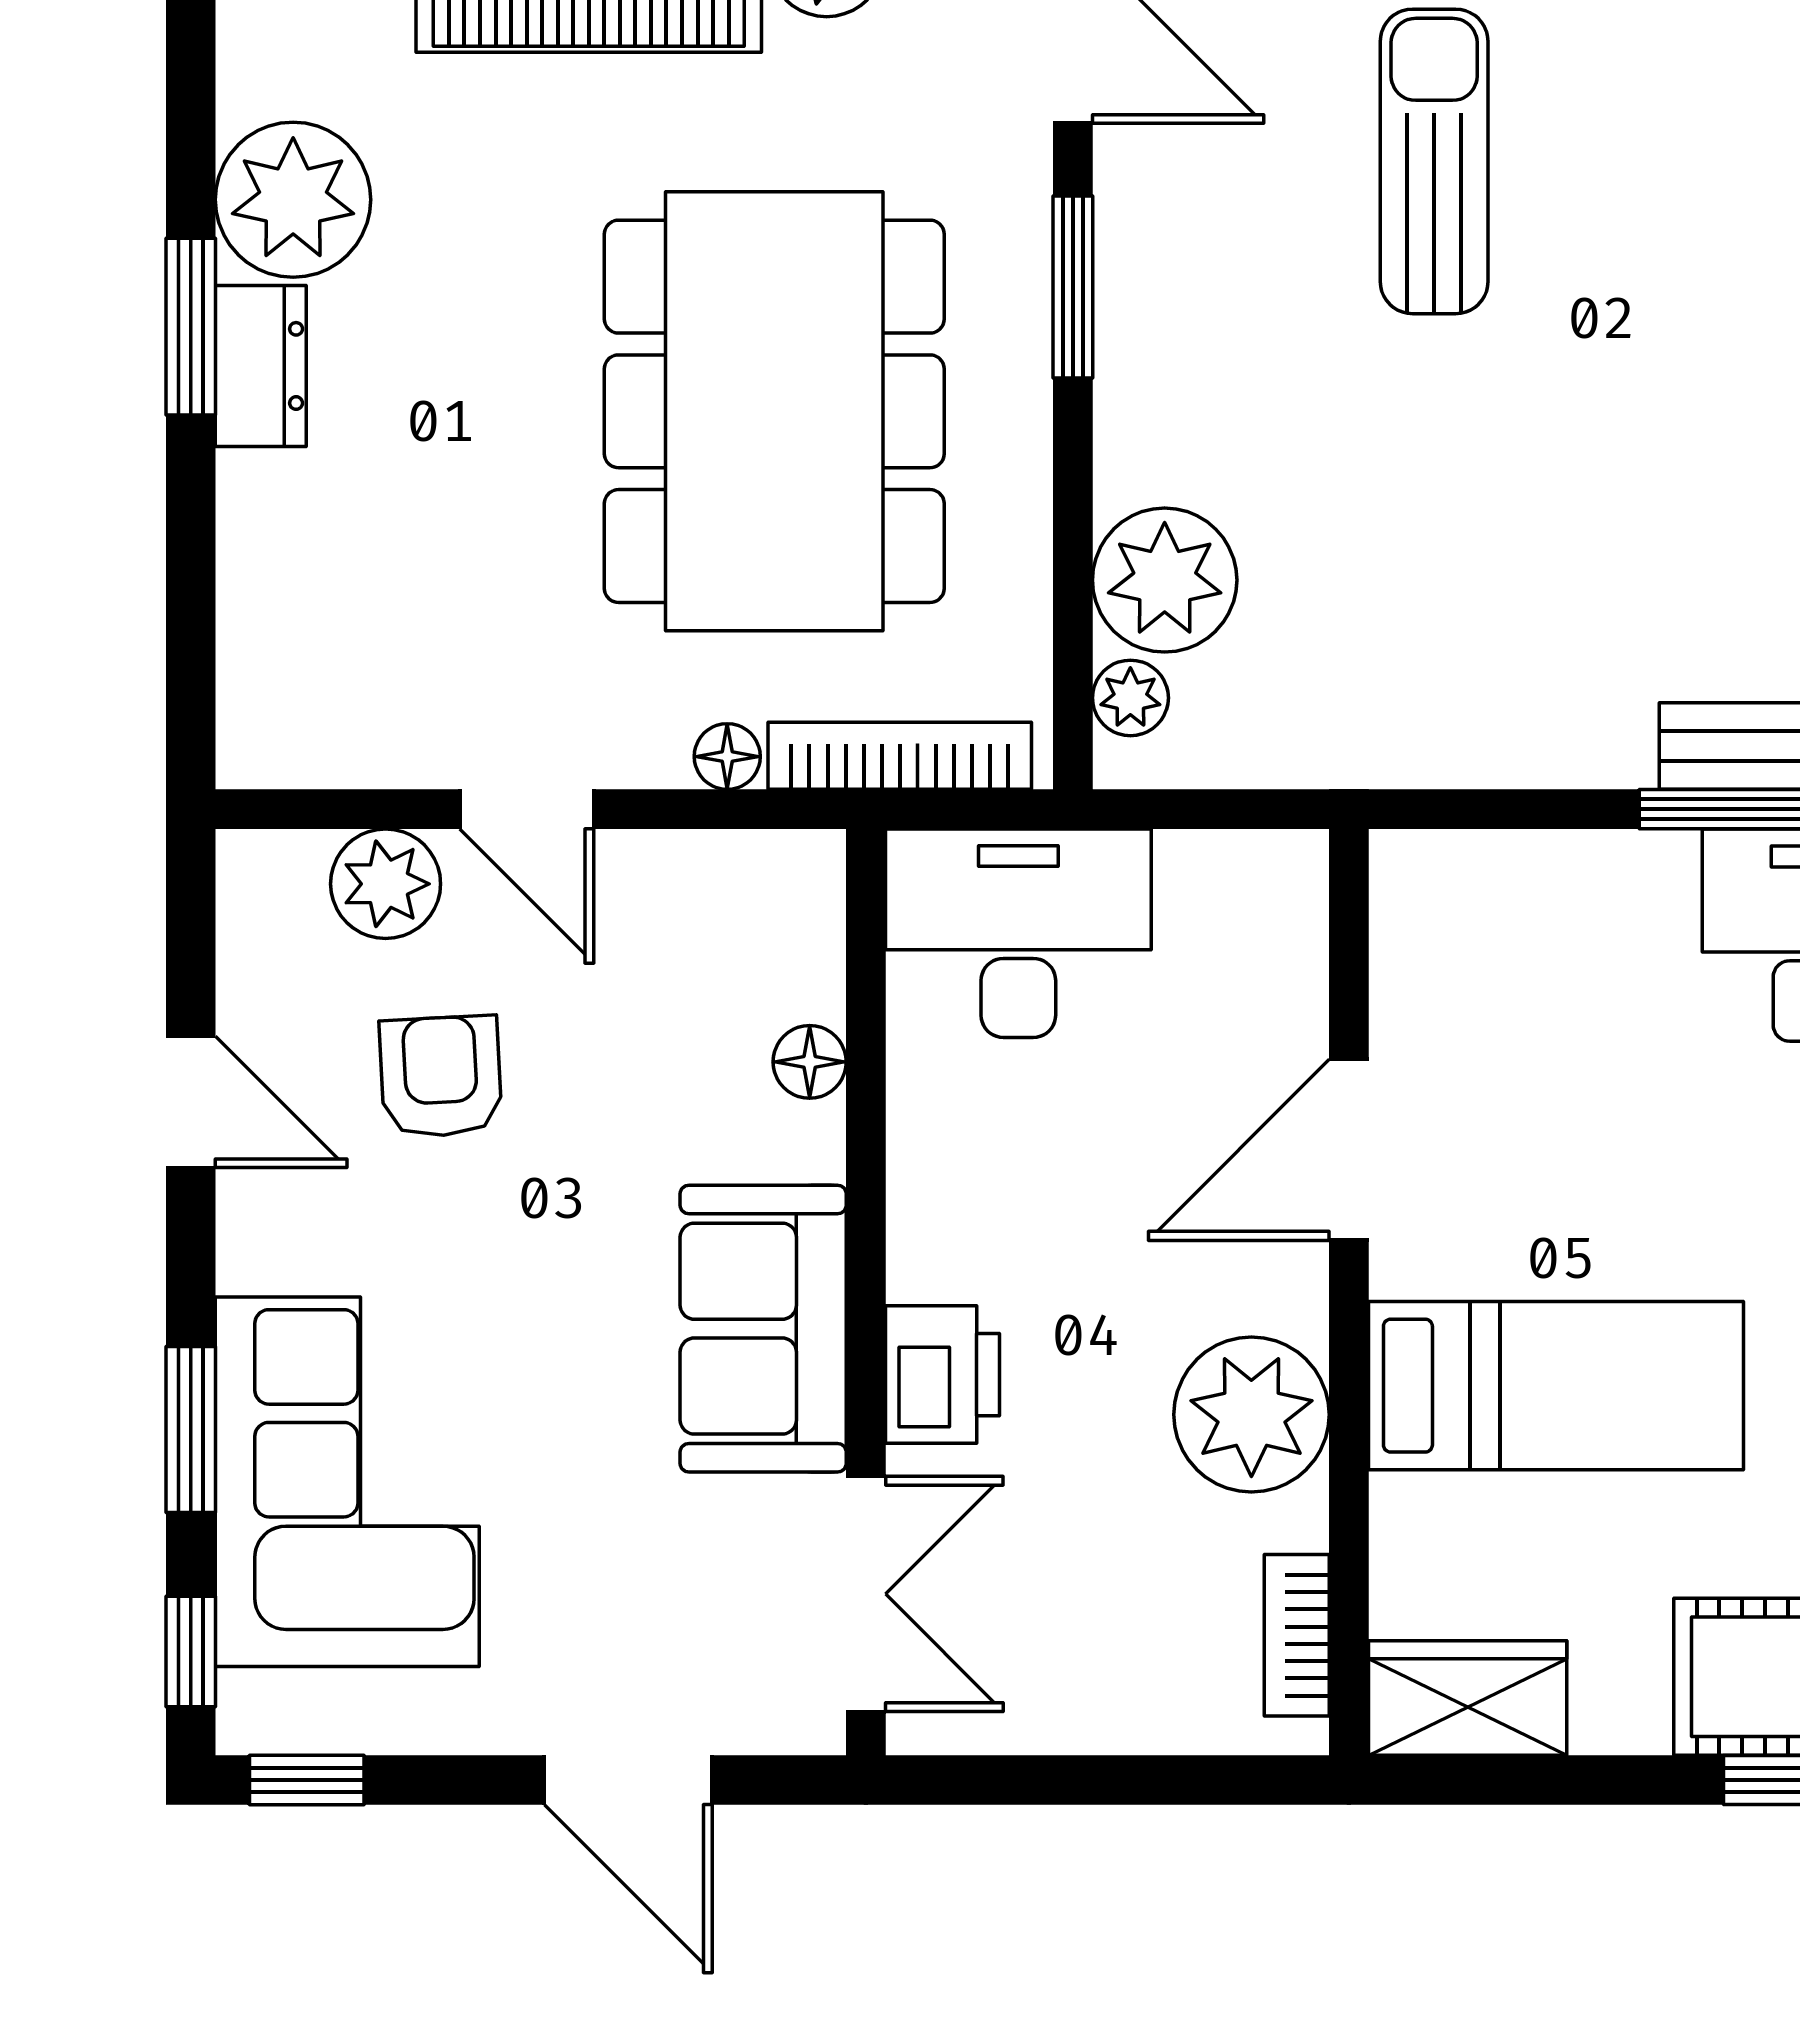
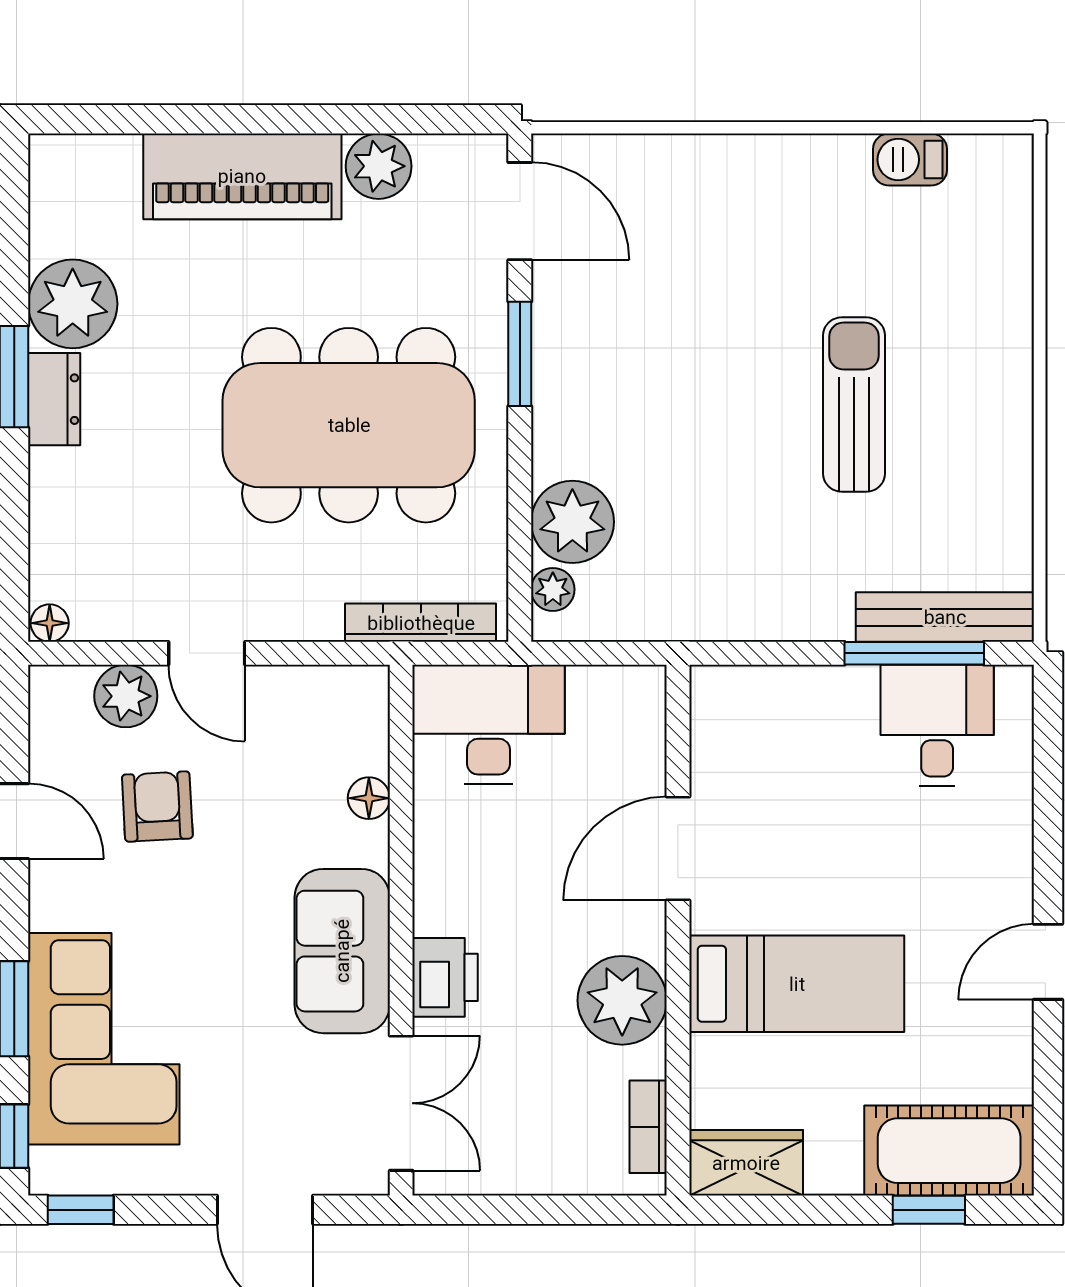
sun lounger: (1434, 161) -> (854, 405), moved
dining table: (774, 411) -> (349, 425), turned 90
floor lamp: (727, 757) -> (50, 623), moved

